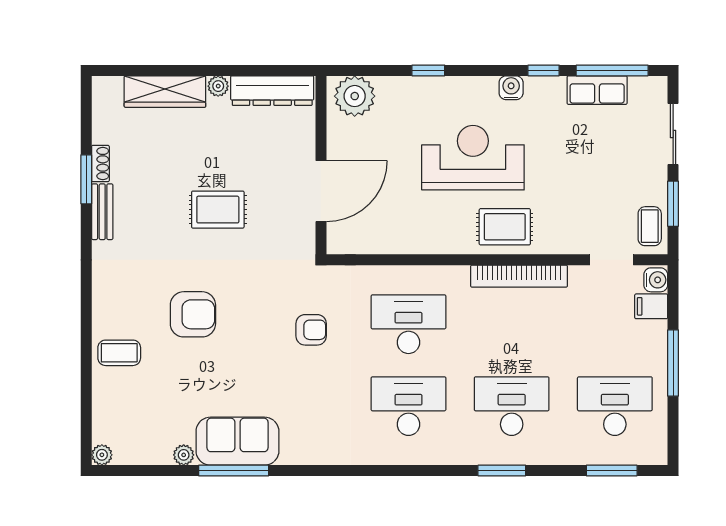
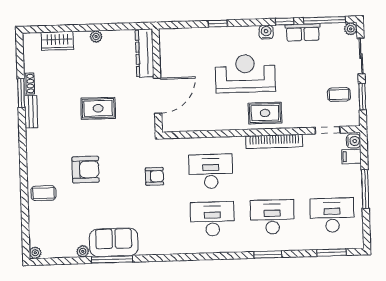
row of seats: (597, 90) -> (303, 32), moved
dresser: (272, 91) -> (145, 53), moved, turned 90
wardrobe: (165, 92) -> (57, 41), width x0.67
plant: (355, 96) -> (351, 29), moved, width x0.53, depth x0.53
coffee table: (650, 226) -> (339, 94), moved, turned 90

